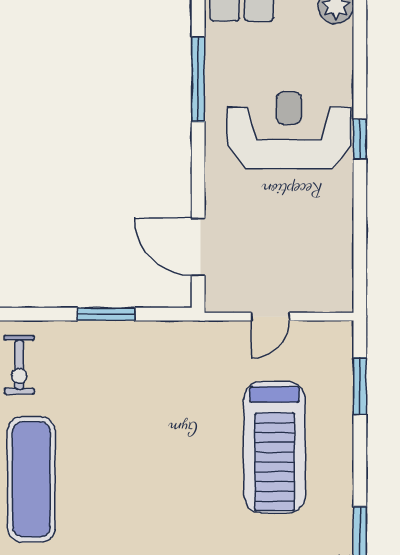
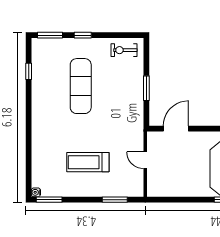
treadmill: (275, 447) -> (88, 162), width x0.73, depth x0.73
exercise mat: (31, 479) -> (81, 86), moved, turned 90

